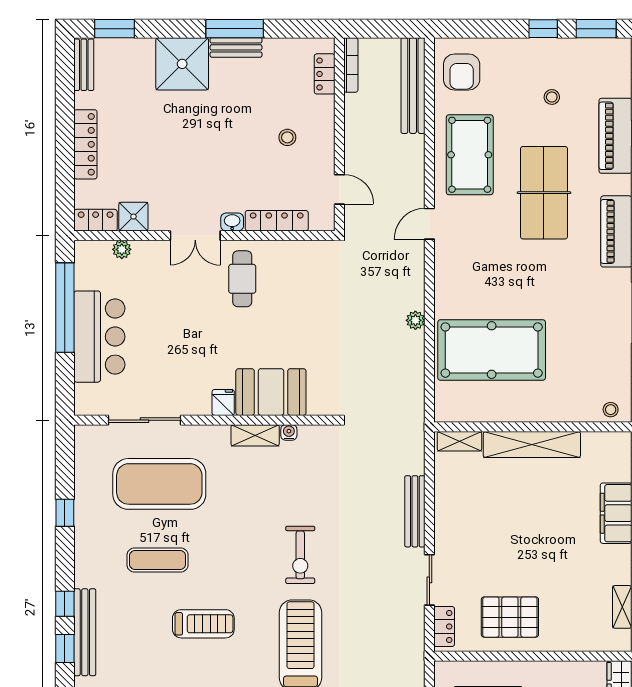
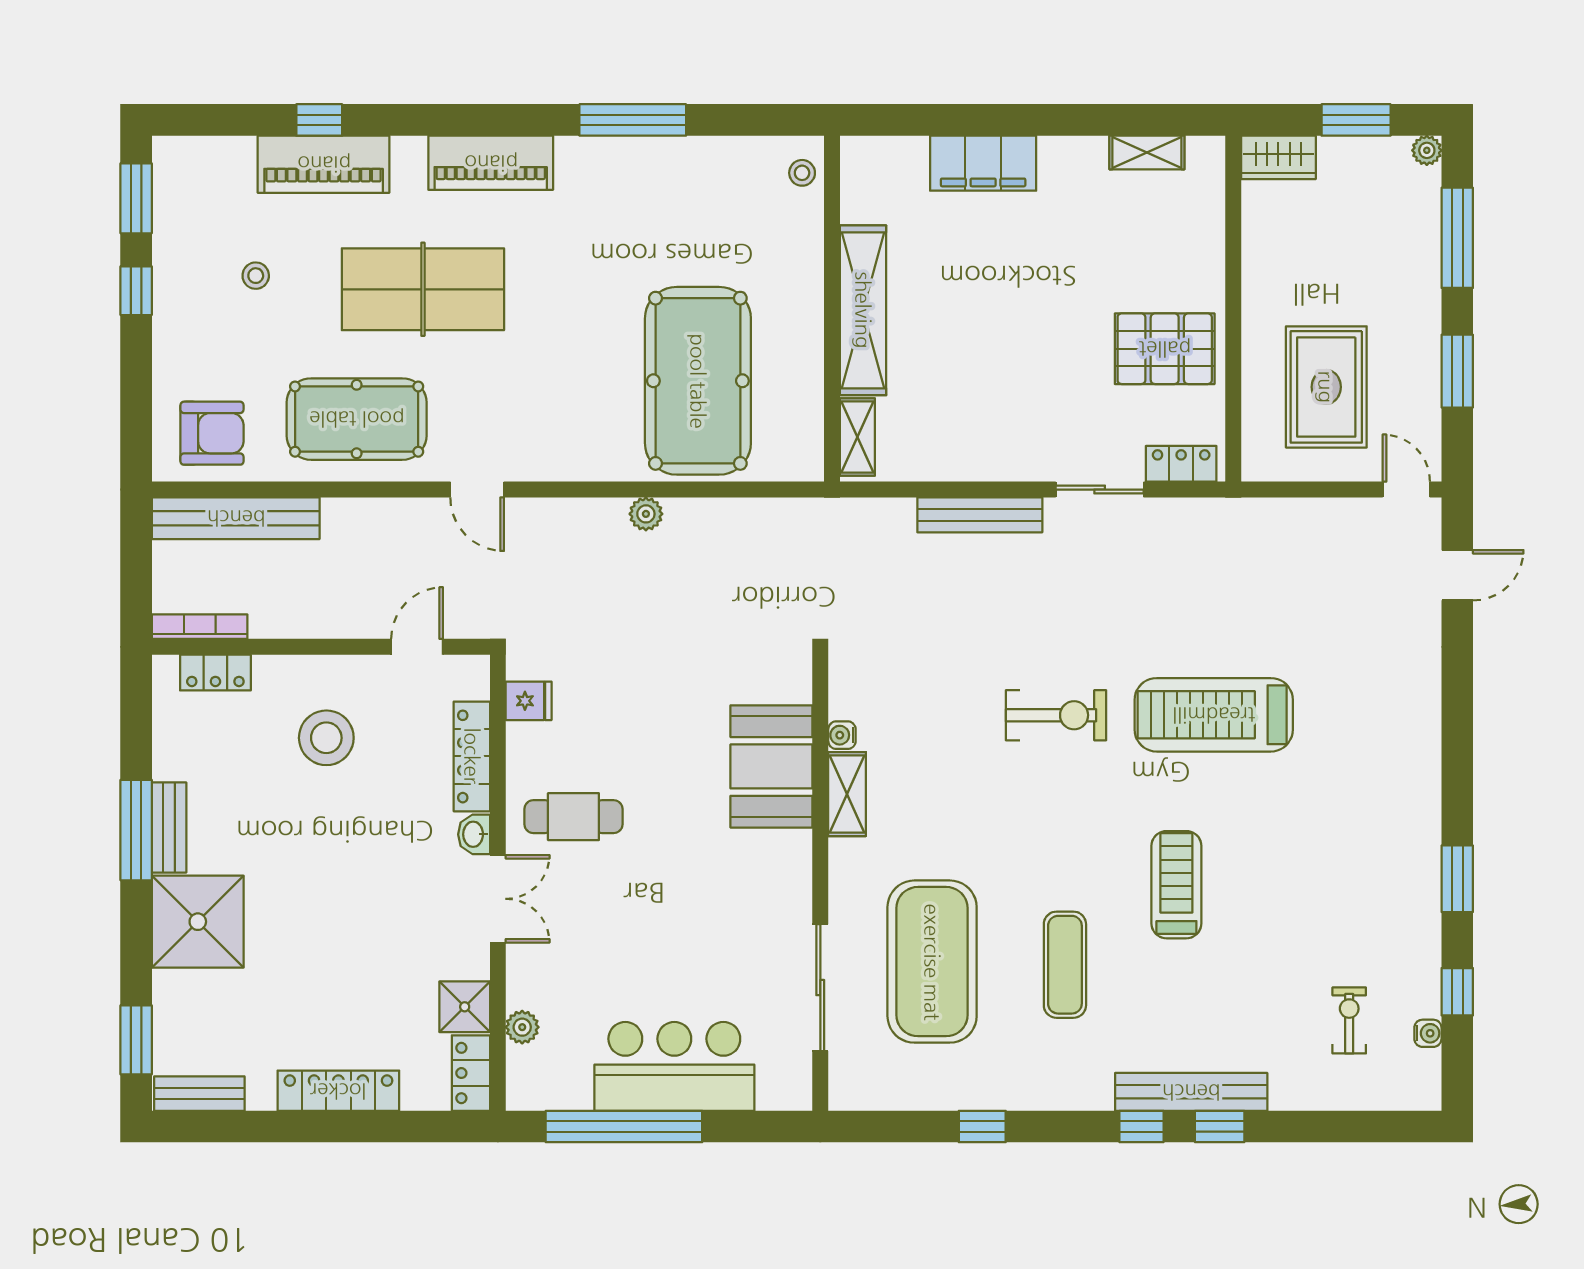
stool: (287, 137) -> (326, 738), width x1.89, depth x1.89
fridge: (223, 402) -> (529, 701), moved, turned 180
pallet: (510, 617) -> (1165, 349), turned 90

